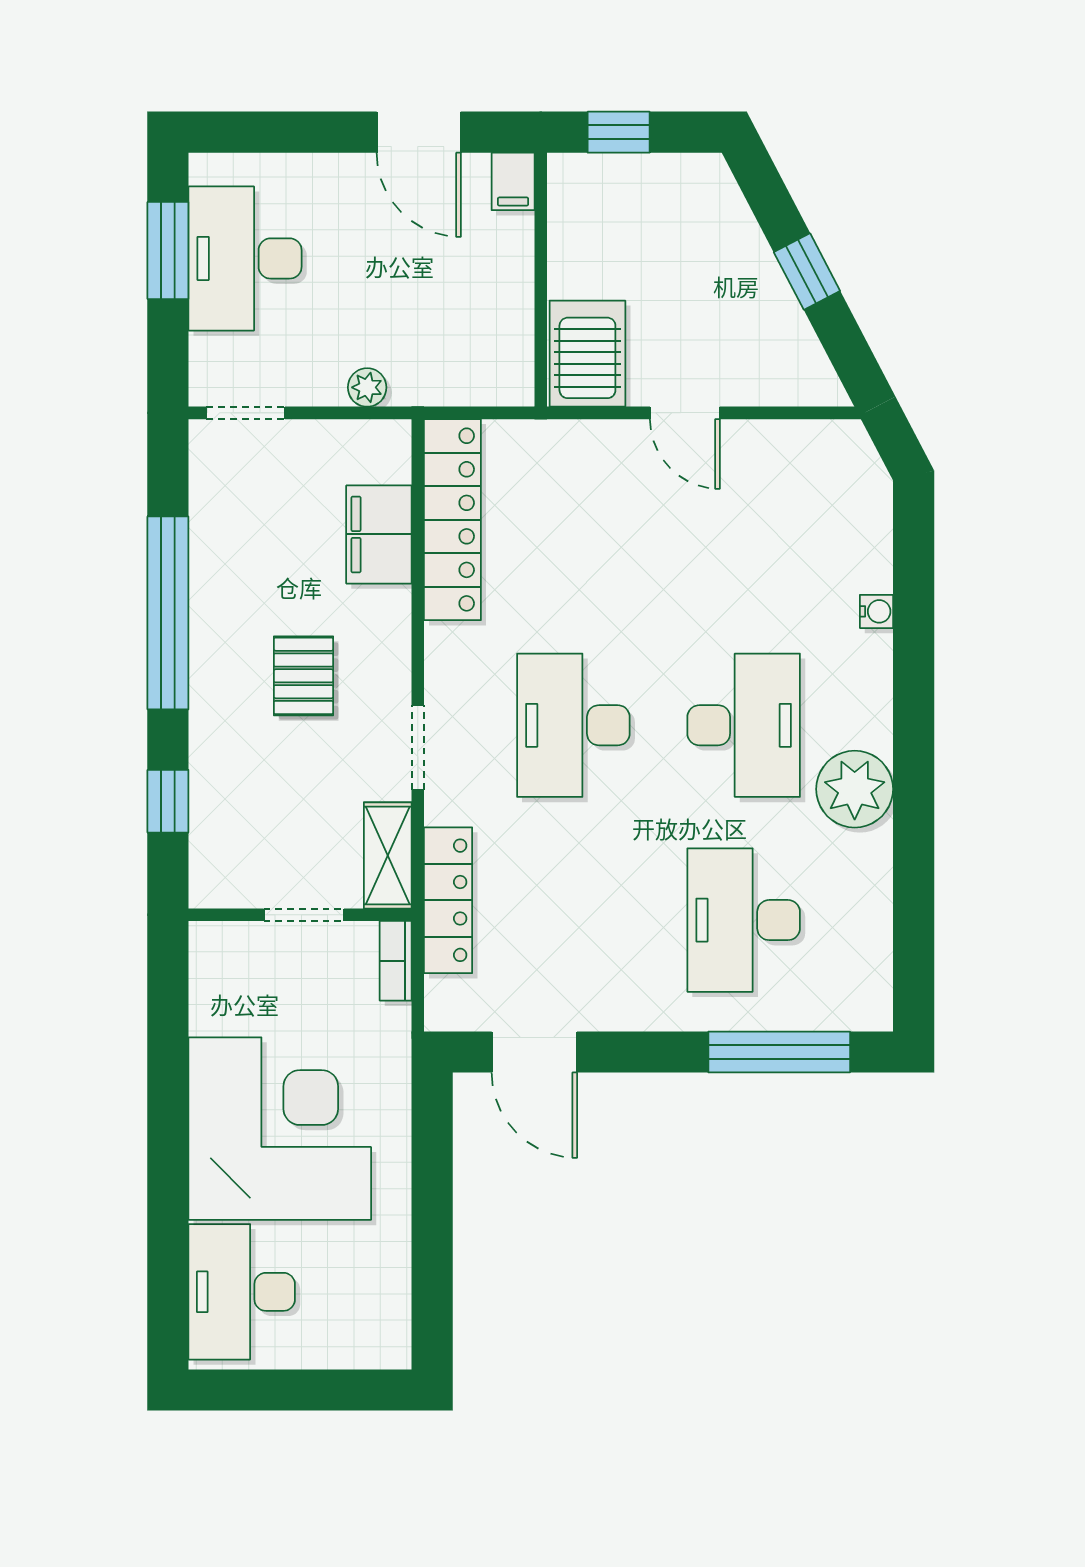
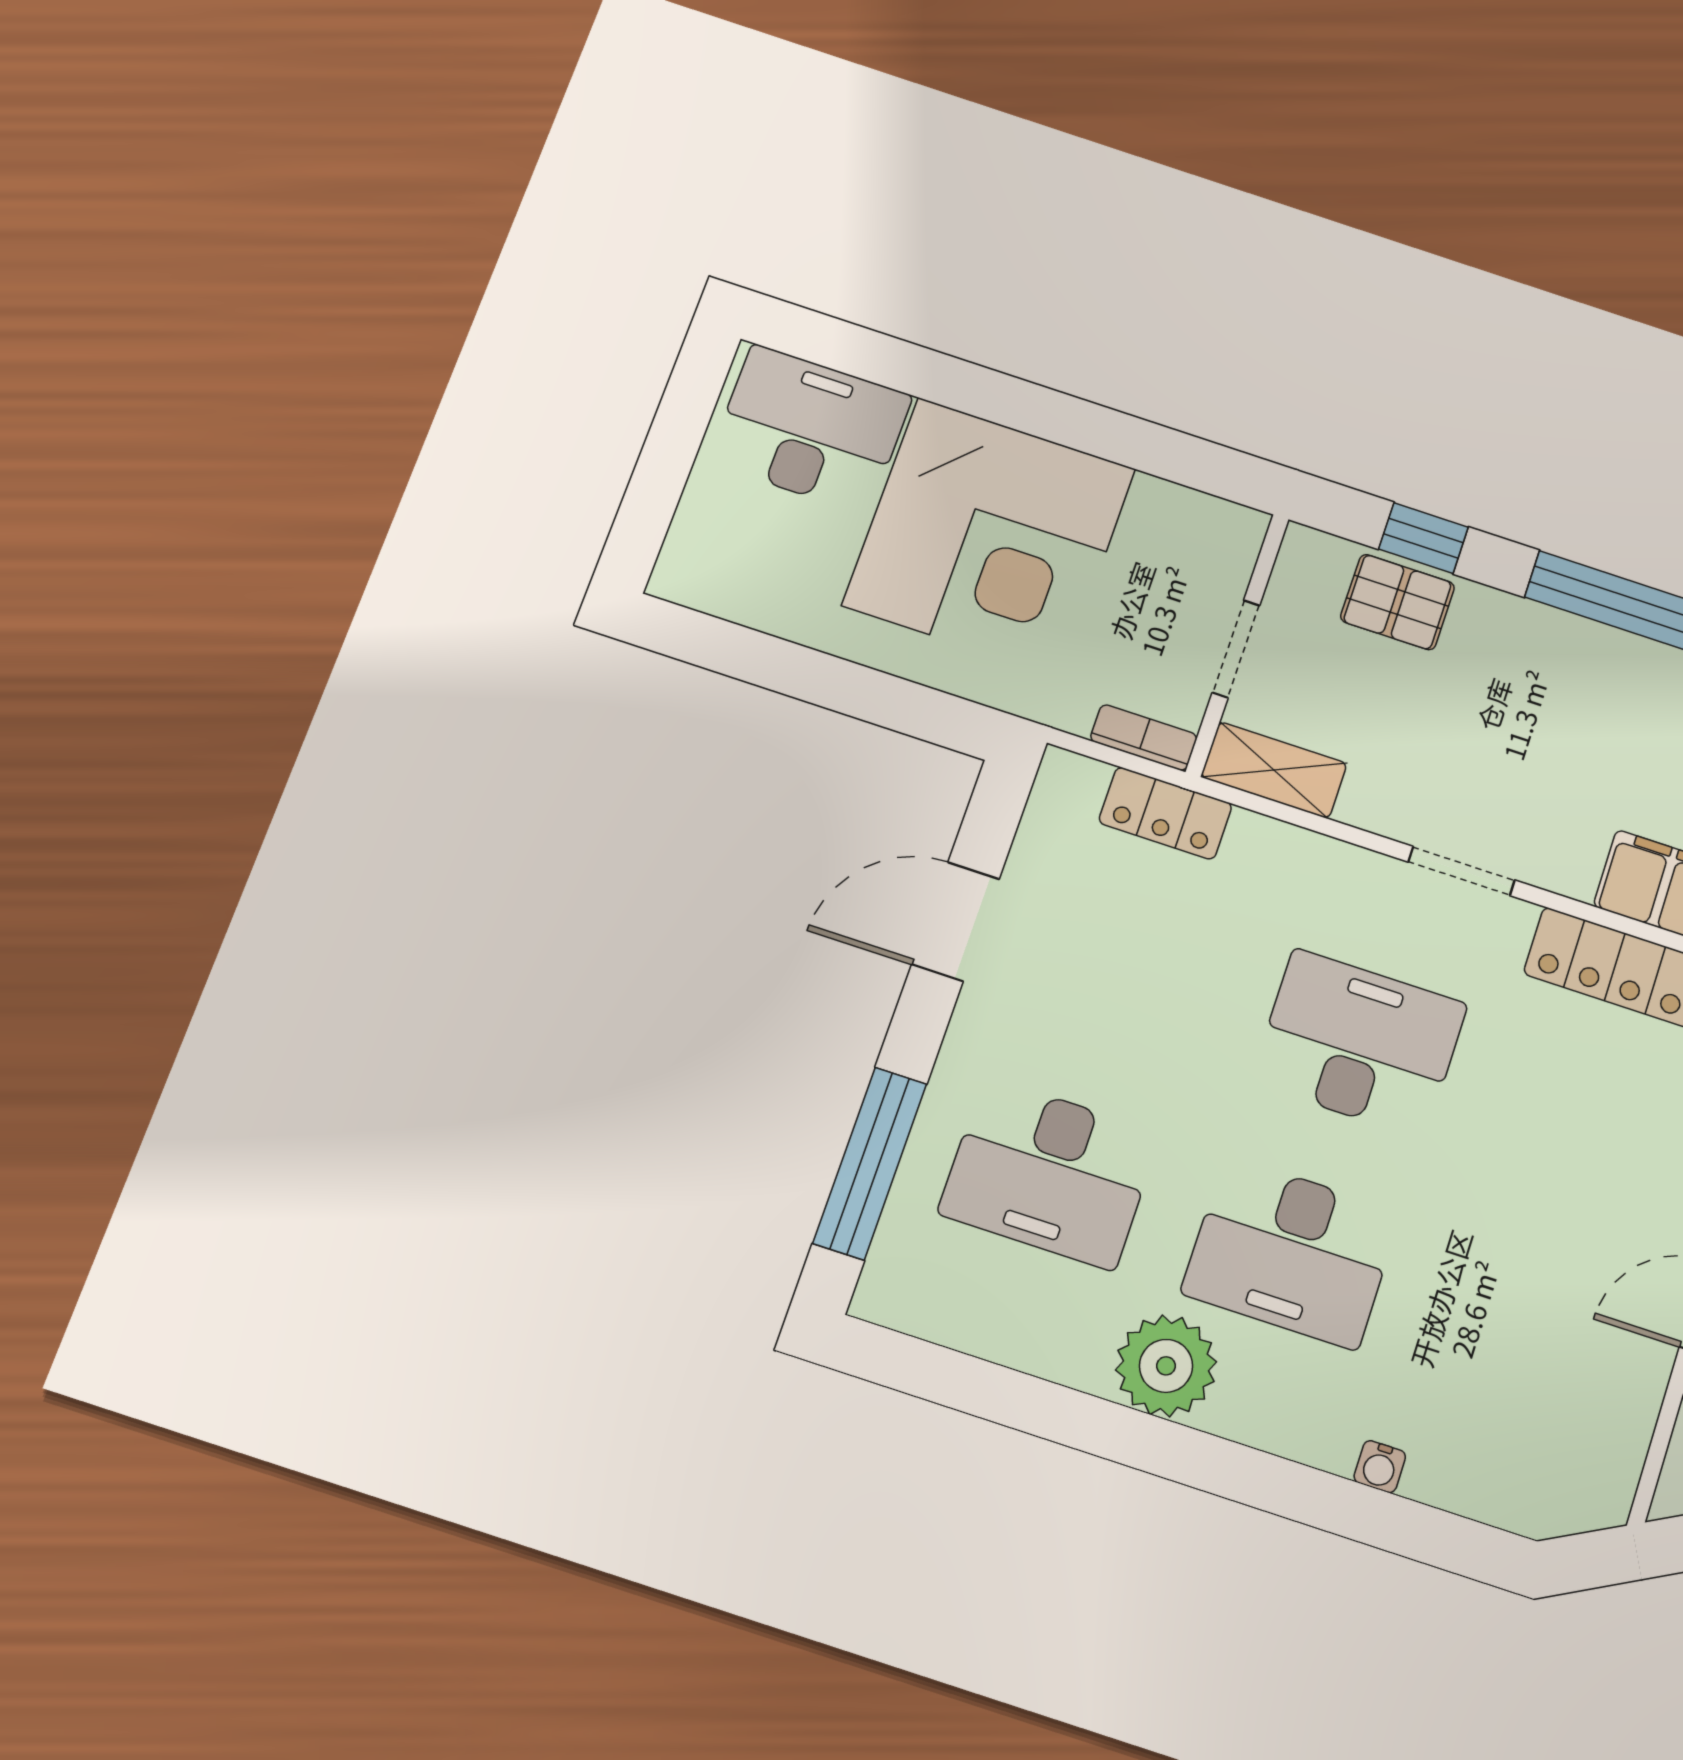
pallet: (304, 676) -> (1397, 602), moved
doorway: (418, 747) -> (1462, 871), moved
locker: (448, 900) -> (1165, 813), width x0.66
desk: (744, 920) -> (1049, 1173), turned 180
door: (534, 1052) -> (956, 922), moved

